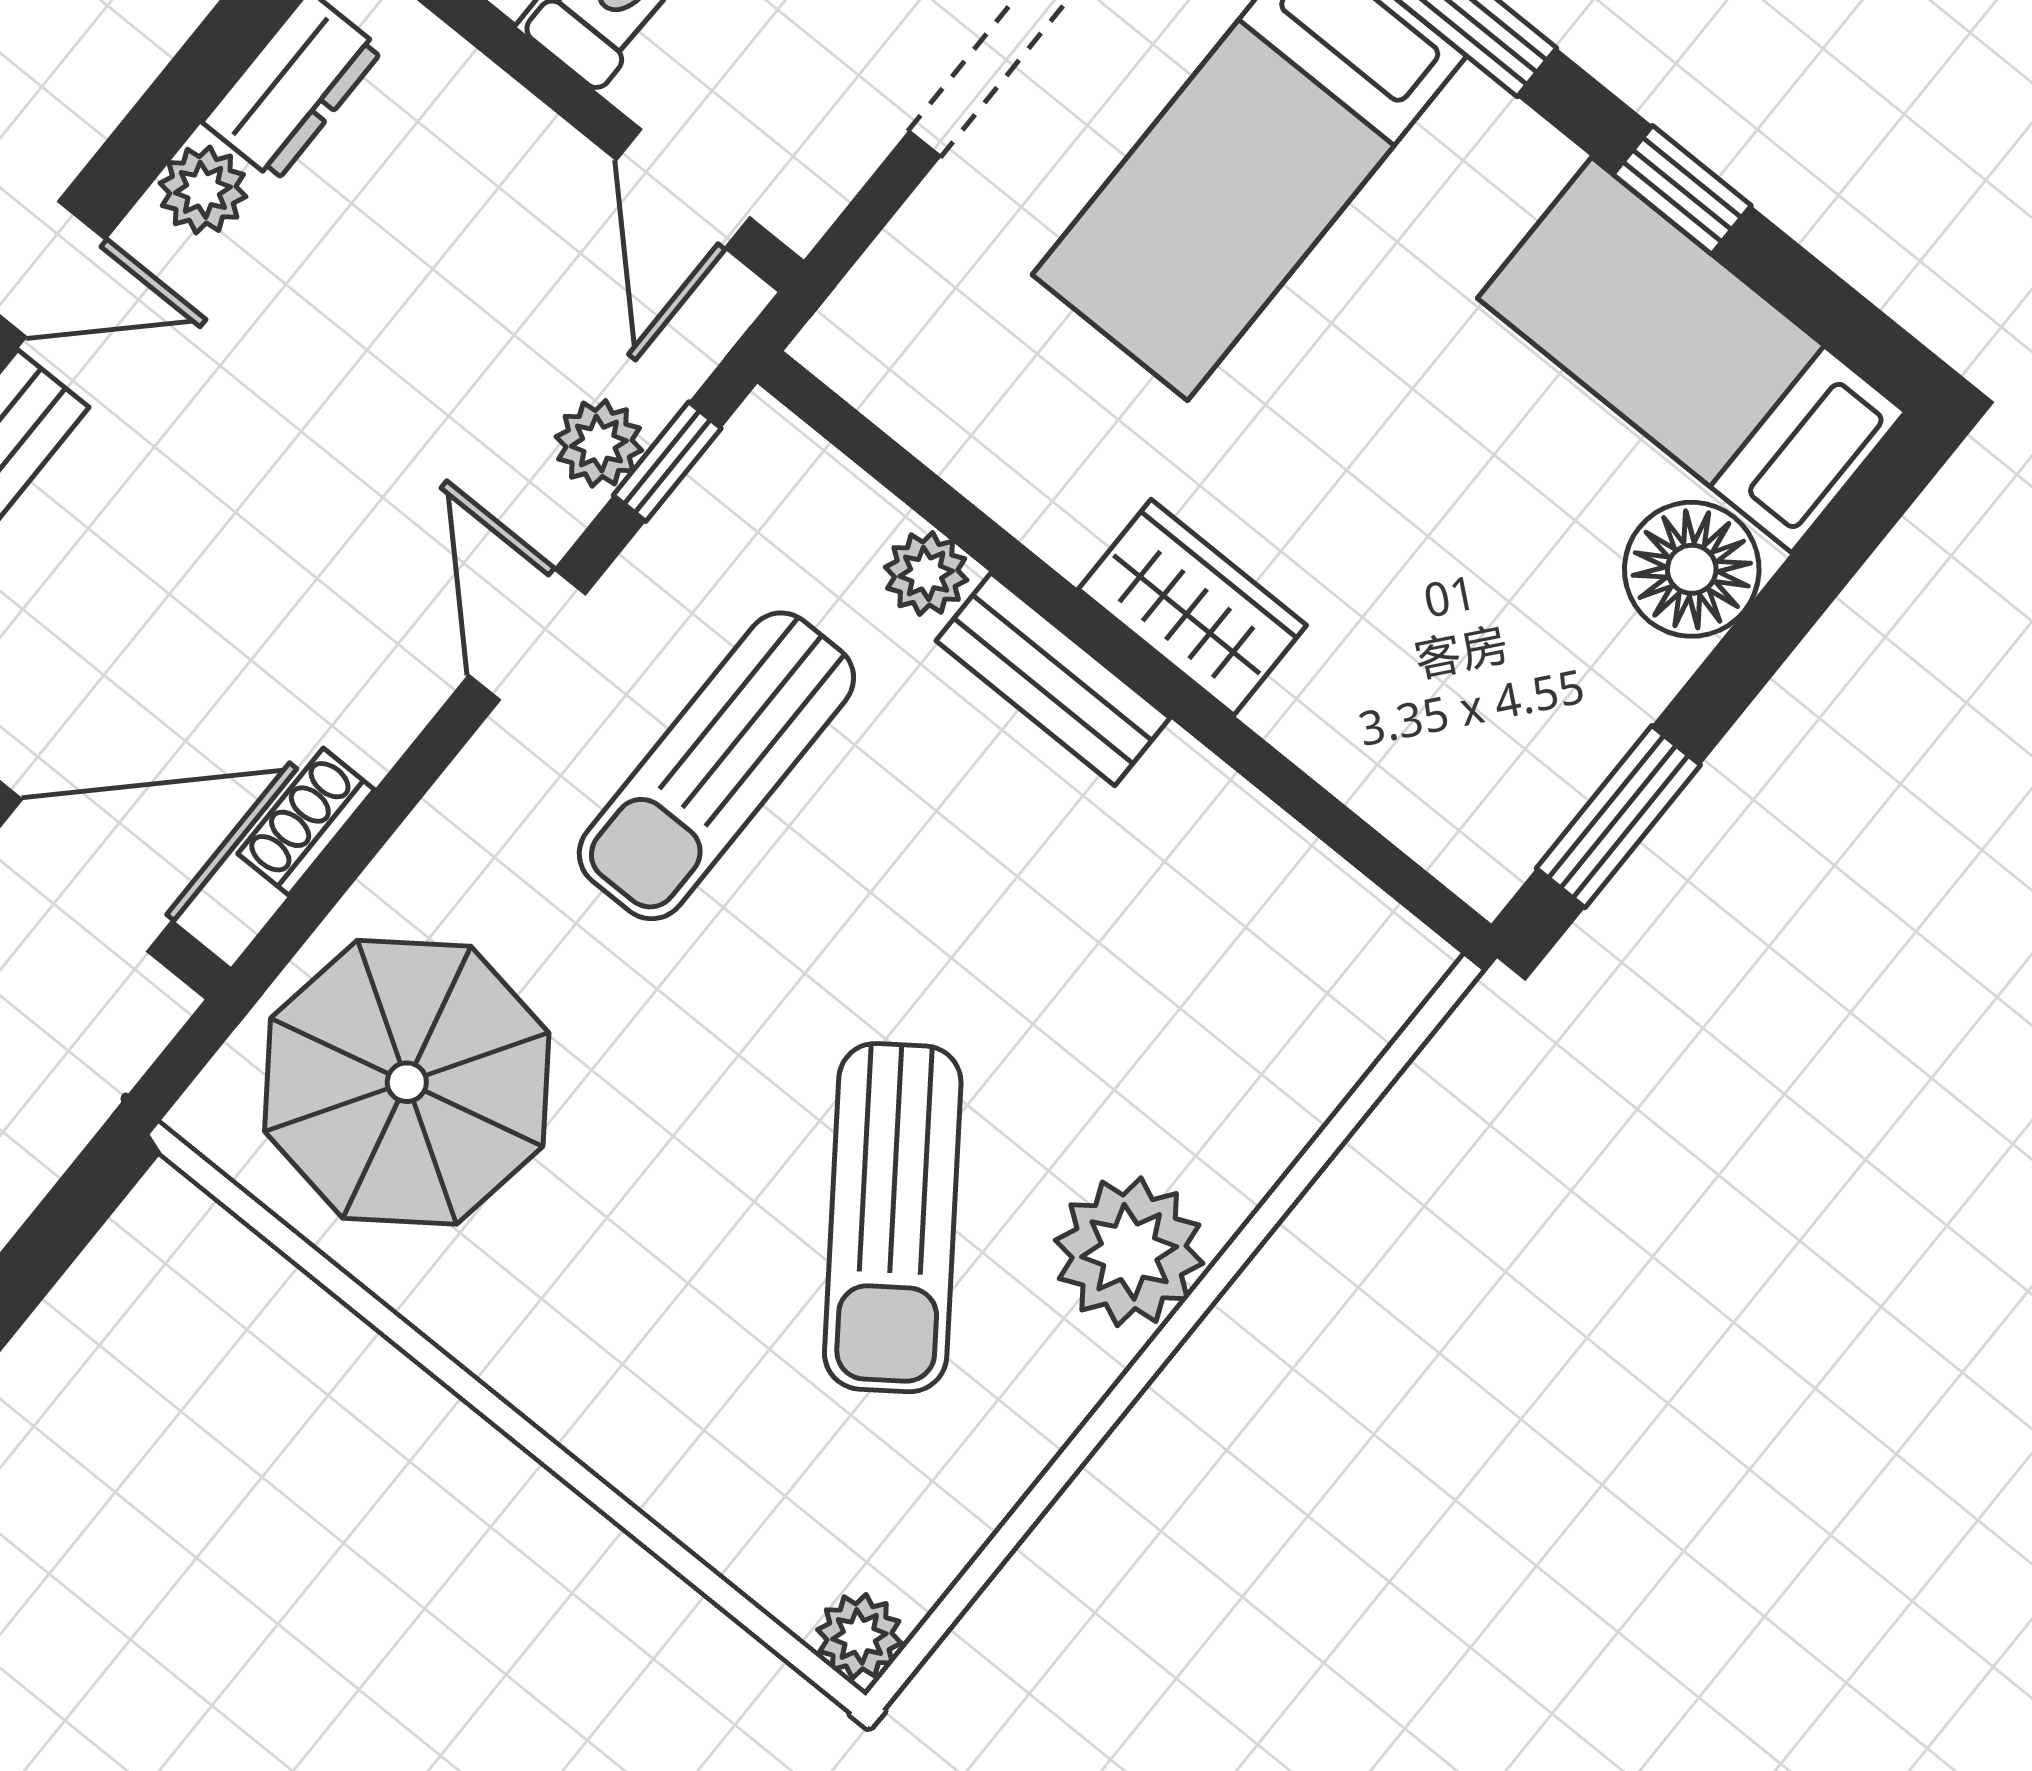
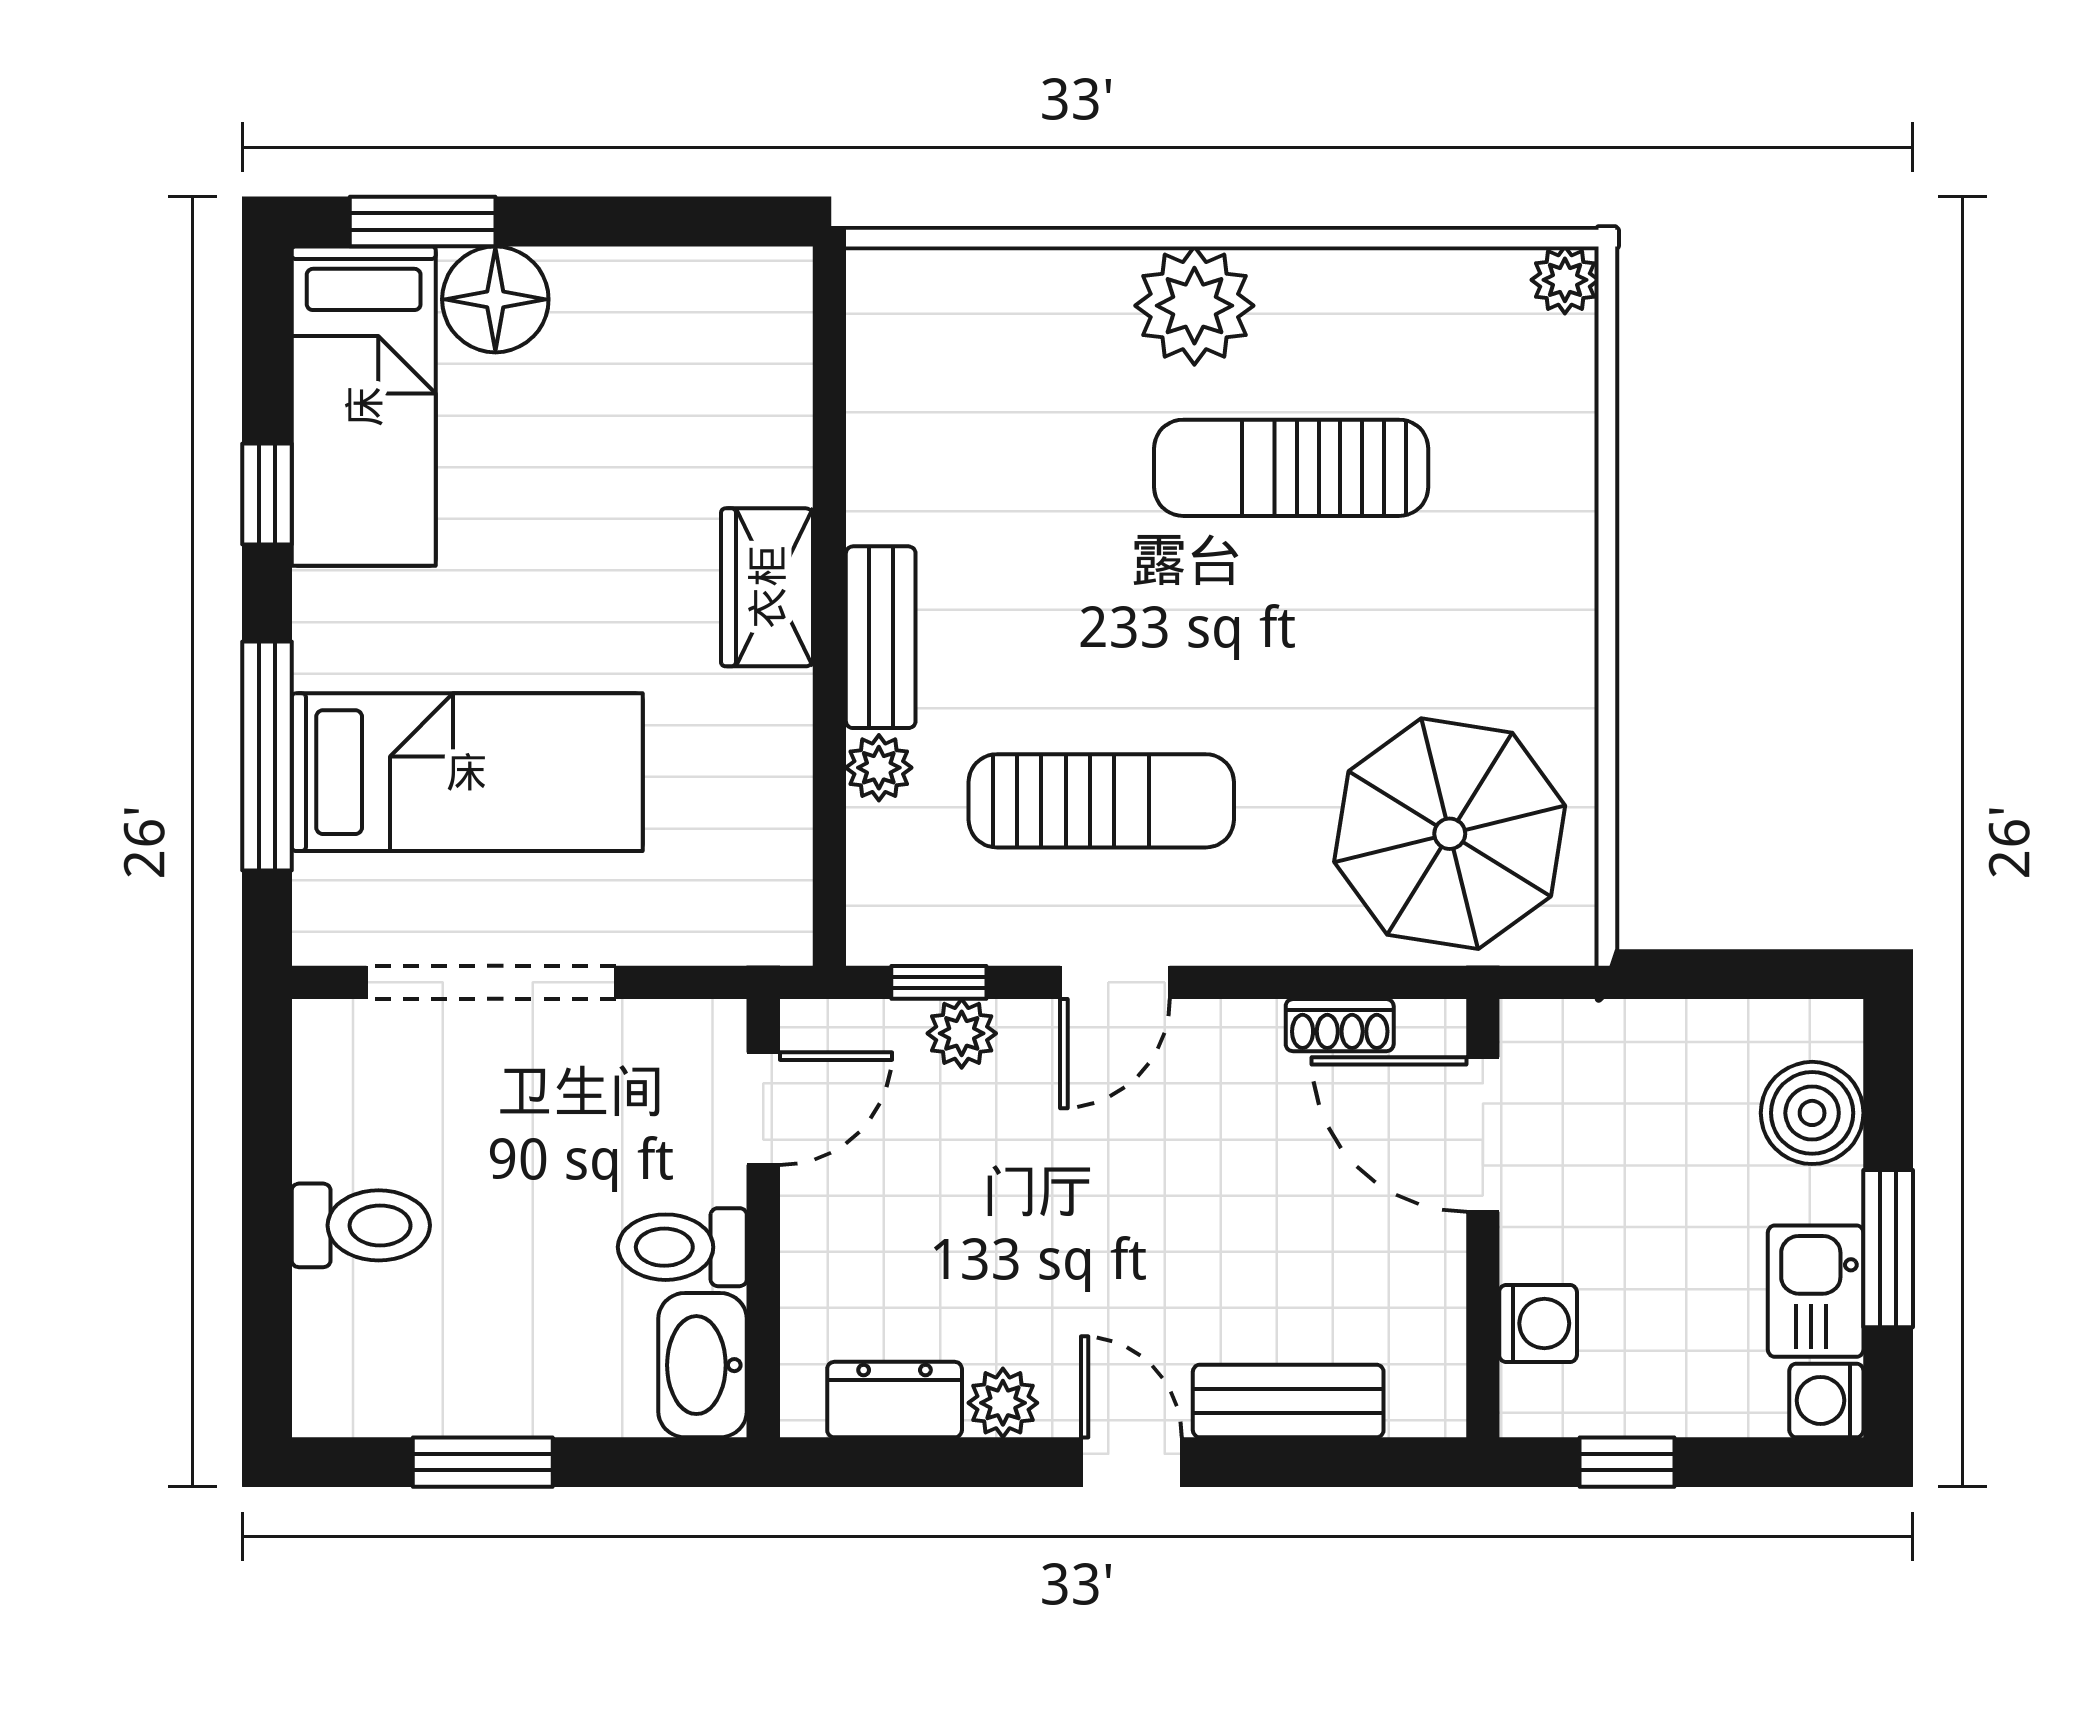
window: (1618, 817) -> (423, 222), moved
sun lounger: (893, 1218) -> (1291, 468), turned -144

